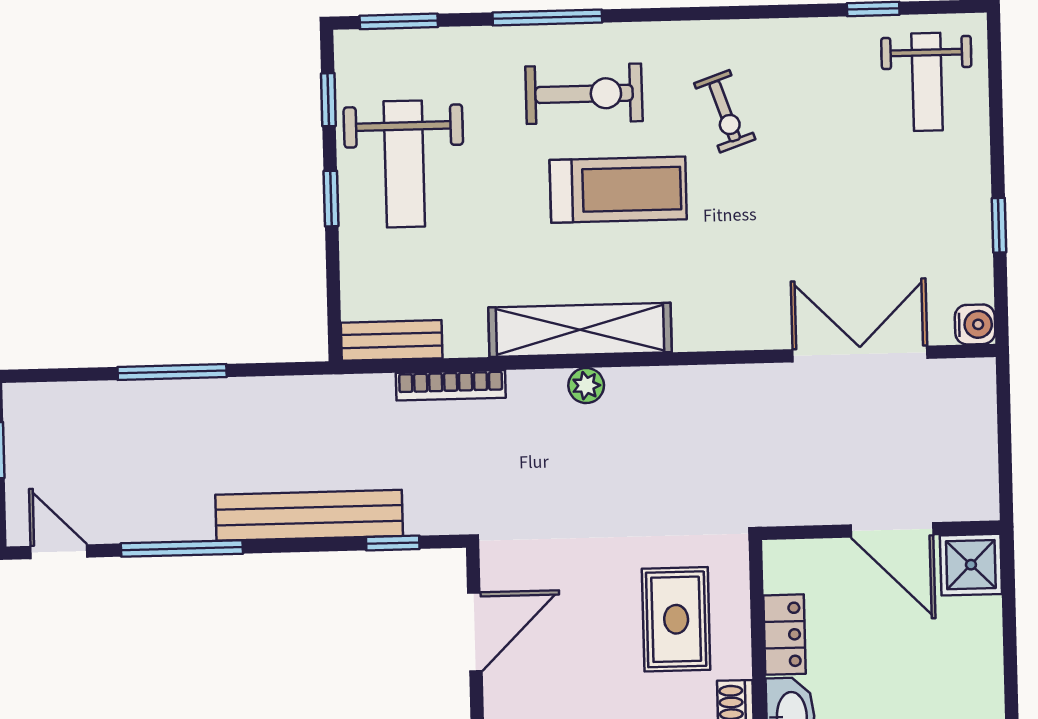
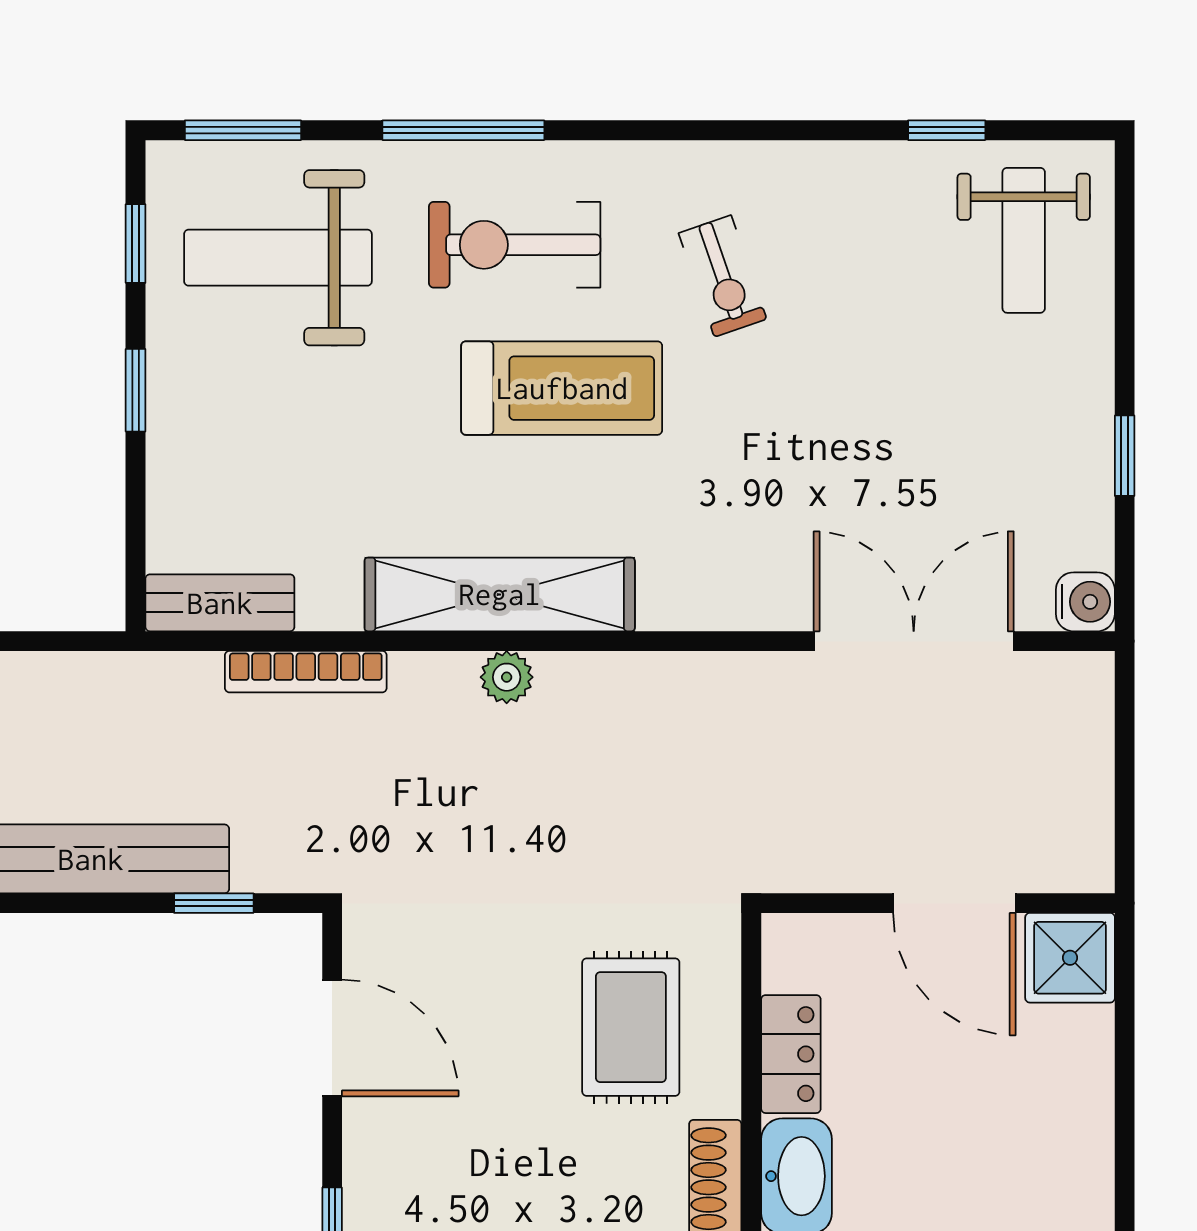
exercise bike: (584, 94) -> (515, 245), turned 180
weight bench: (404, 164) -> (278, 258), moved, turned 90
door: (475, 632) -> (332, 1038), hinge flipped

